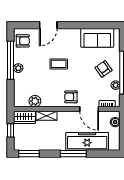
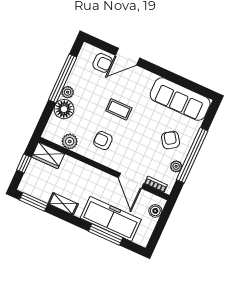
sofa: (97, 38) -> (180, 99), width x1.36
armchair: (23, 41) -> (103, 63), moved
floor lamp: (21, 81) -> (64, 109), added
armchair: (71, 97) -> (103, 141), moved
shelving: (46, 116) -> (63, 204), moved
window: (73, 154) -> (106, 234), moved

